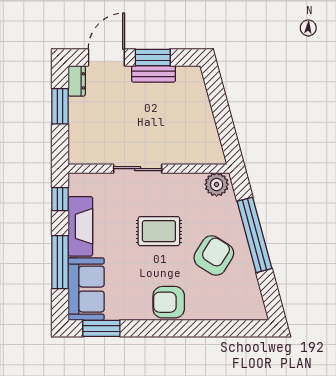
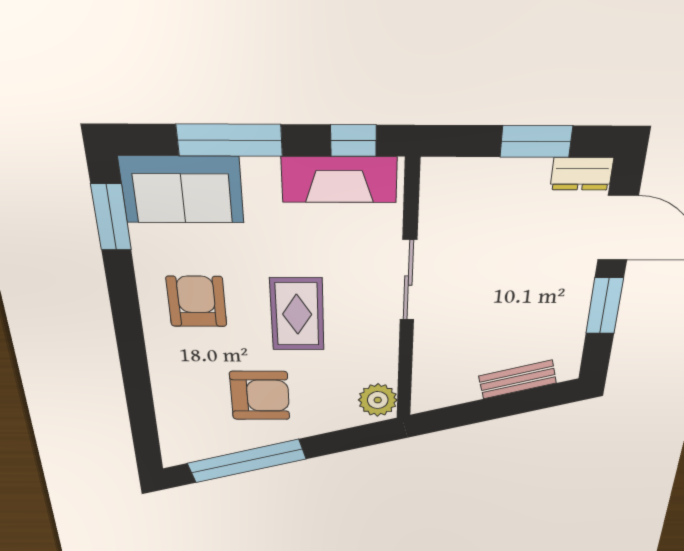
bench: (154, 74) -> (517, 379), moved, turned 75
fireplace: (80, 226) -> (339, 180), moved
window: (254, 235) -> (247, 461), moved
armchair: (214, 255) -> (260, 396), turned -32
armchair: (169, 302) -> (197, 302), moved

